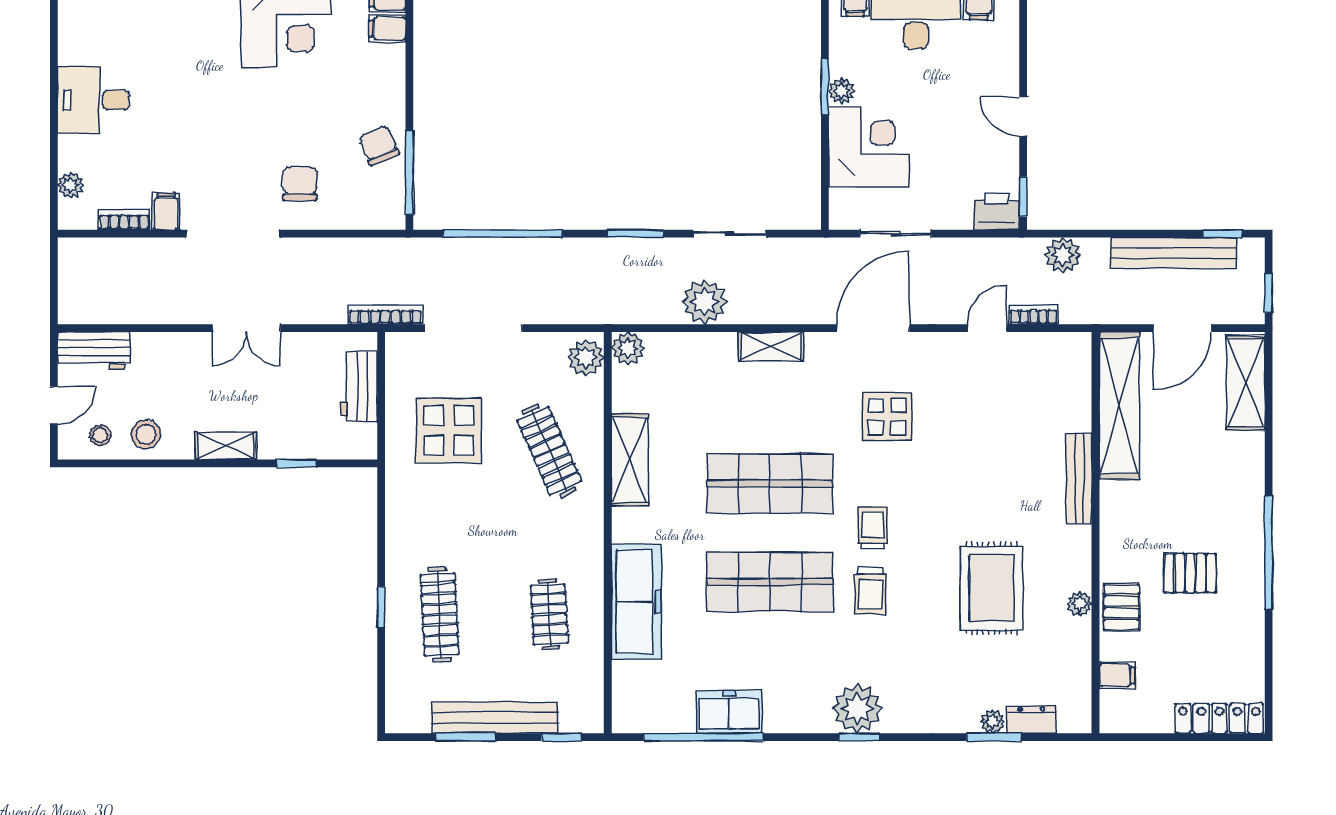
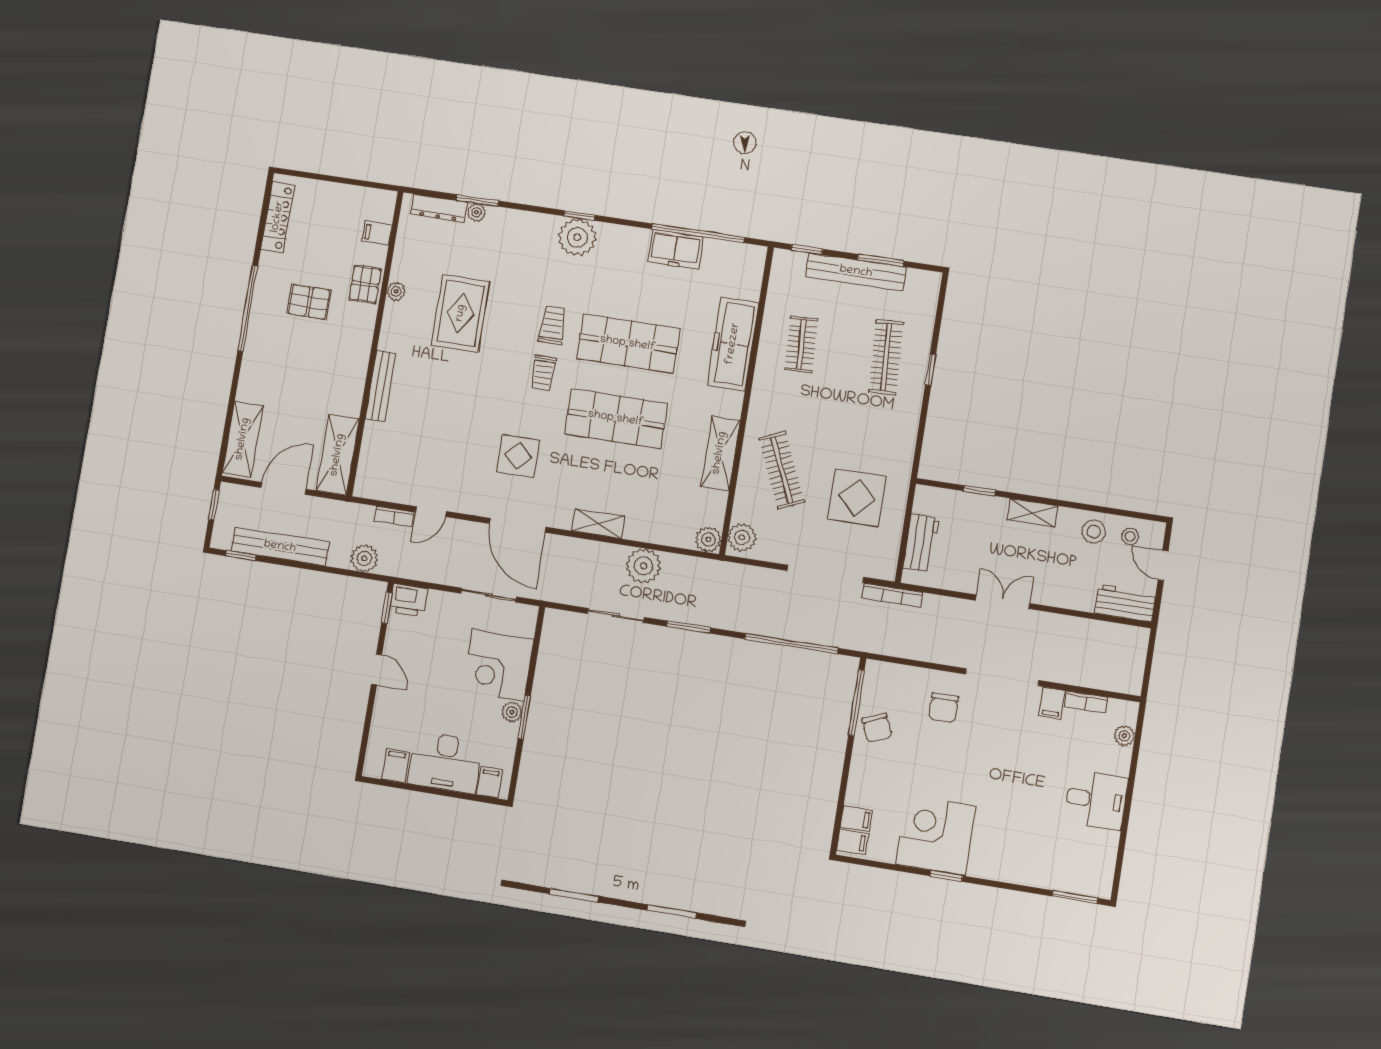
door: (873, 328) -> (518, 525), hinge flipped
door: (54, 405) -> (1163, 565), hinge flipped
shelving: (1119, 406) -> (338, 455), width x0.68
locker: (1219, 718) -> (278, 217), moved, turned -90
dresser: (1031, 720) -> (439, 208), width x1.44

